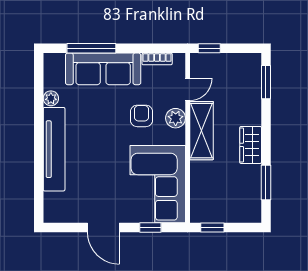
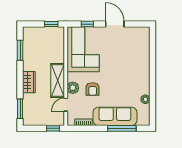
wardrobe: (251, 145) -> (29, 82), moved
tv unit: (54, 149) -> (144, 70), removed

